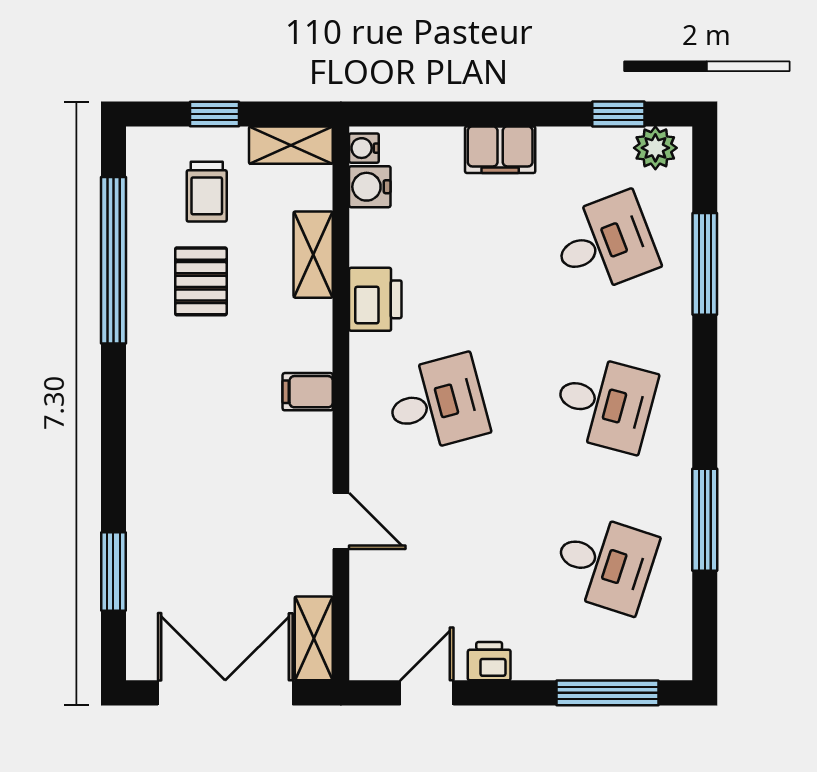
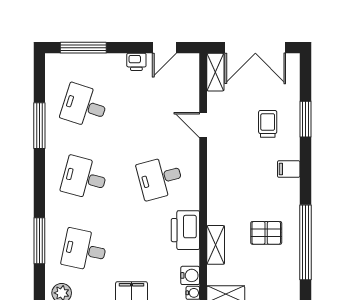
trolley: (207, 192) -> (268, 124), moved
desk: (605, 243) -> (84, 250), turned 33
pallet: (201, 281) -> (266, 233), turned 90
printer: (375, 299) -> (185, 230), width x1.37, depth x1.19
filing cabinet: (308, 392) -> (289, 169), moved, turned 180
window: (113, 571) -> (306, 119), moved

